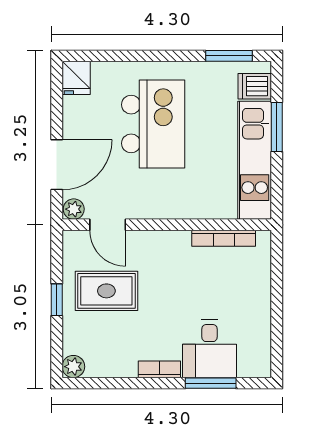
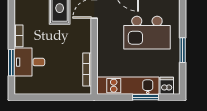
window: (229, 56) -> (183, 50), moved

